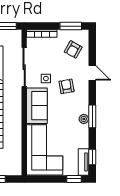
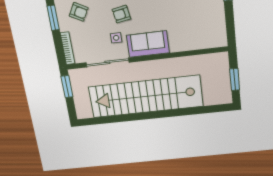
corner sofa: (45, 150) -> (197, 30), removed

